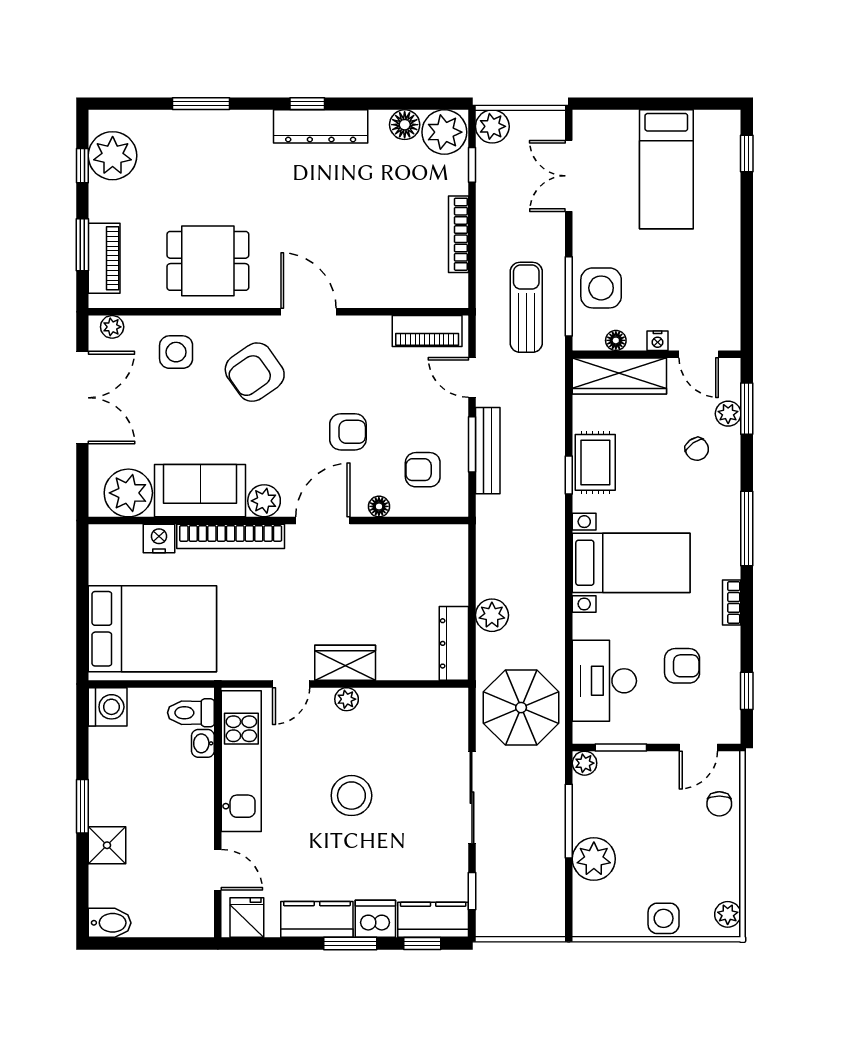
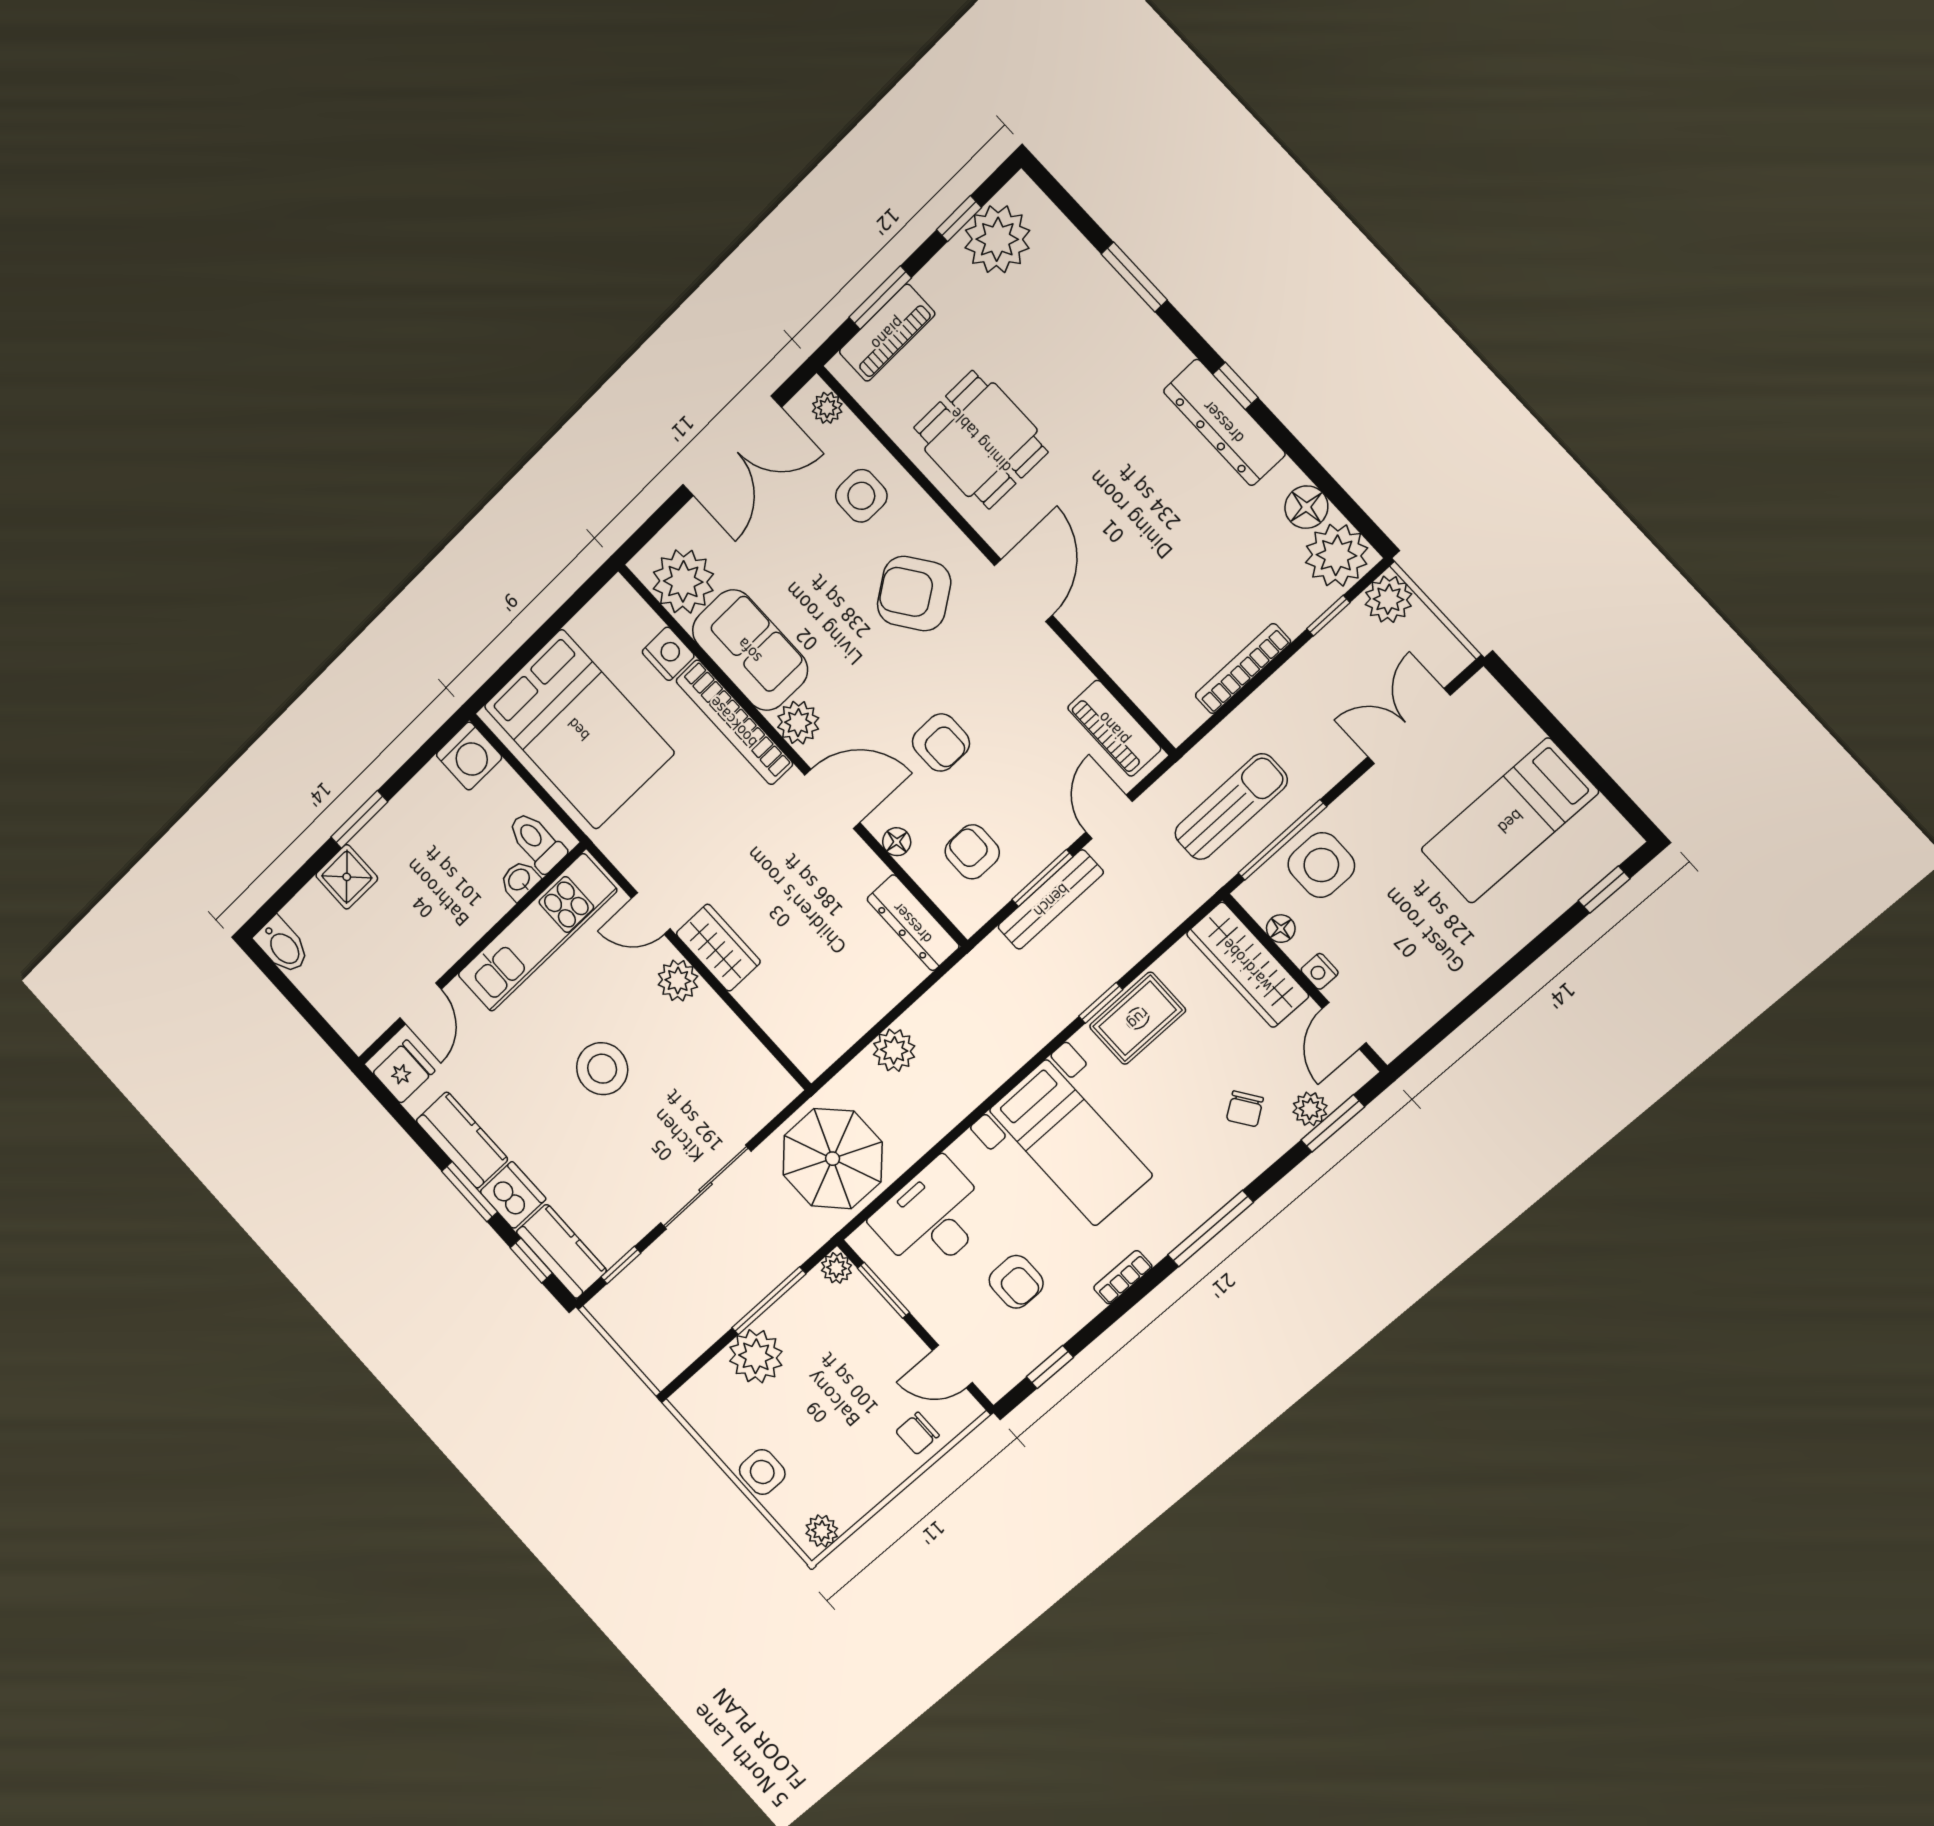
dresser: (454, 643) -> (913, 923), moved, turned -90
plant: (347, 699) -> (678, 980), width x1.38, depth x1.38

